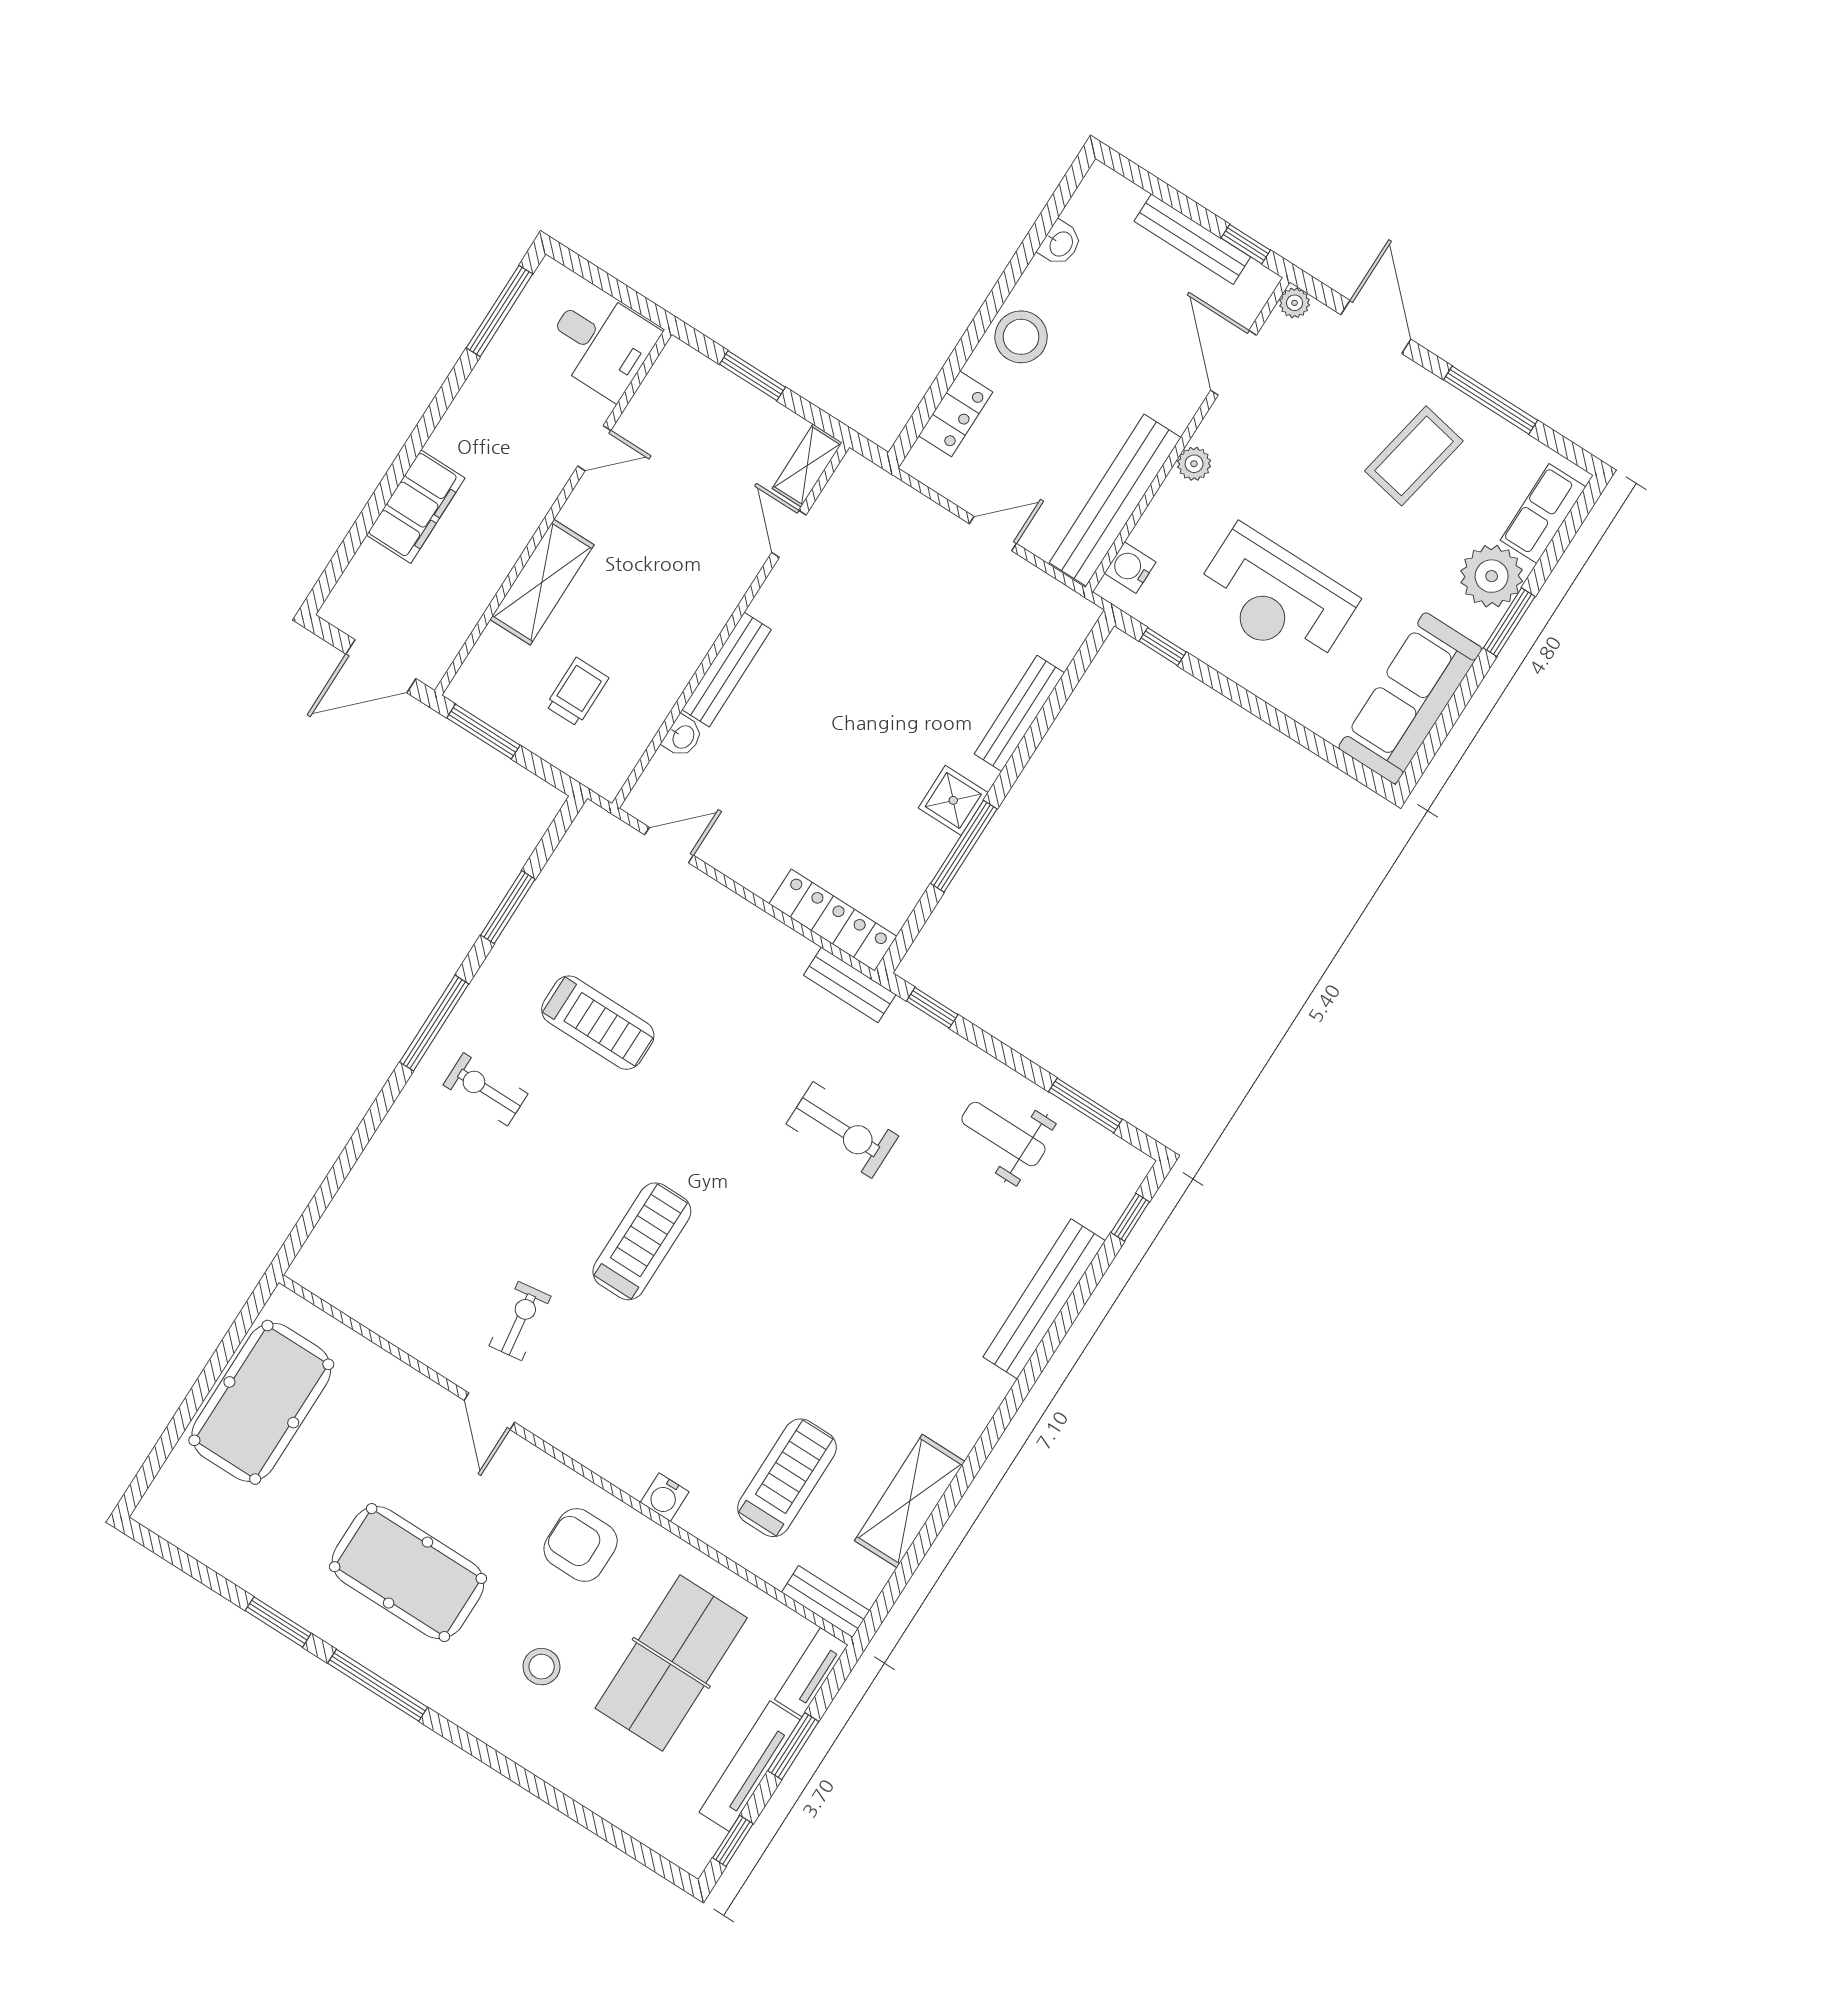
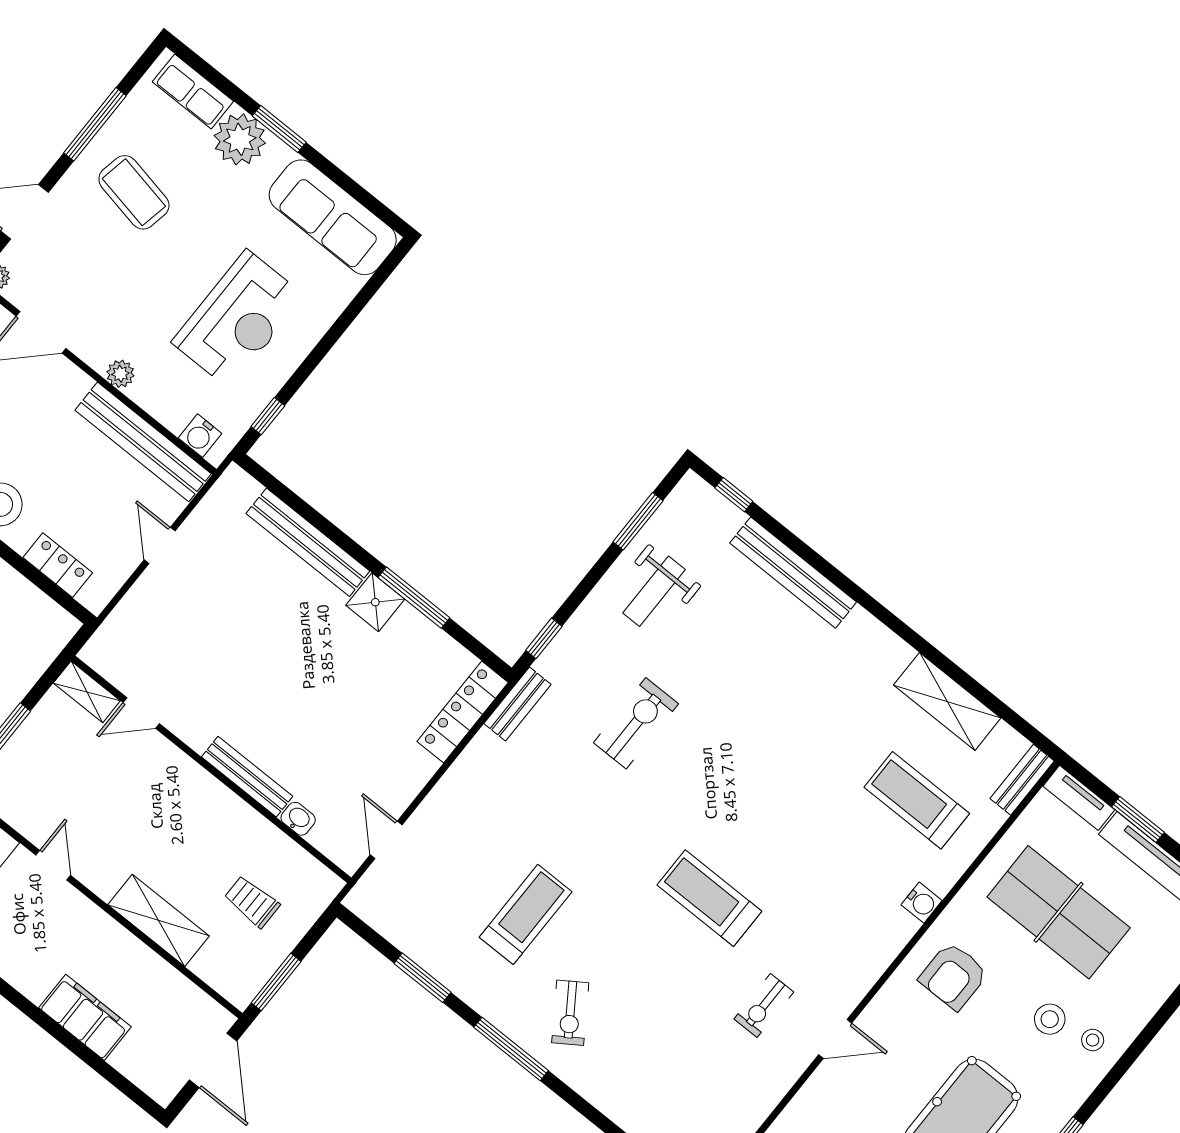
bench: (1019, 713) -> (308, 542), width x1.37, depth x1.21
exercise bike: (486, 1089) -> (570, 1013), turned -34
exercise bike: (520, 1321) -> (764, 1005), turned -82
stool: (522, 1721) -> (1093, 1040), added

